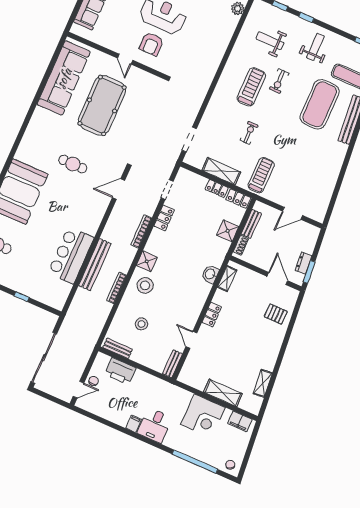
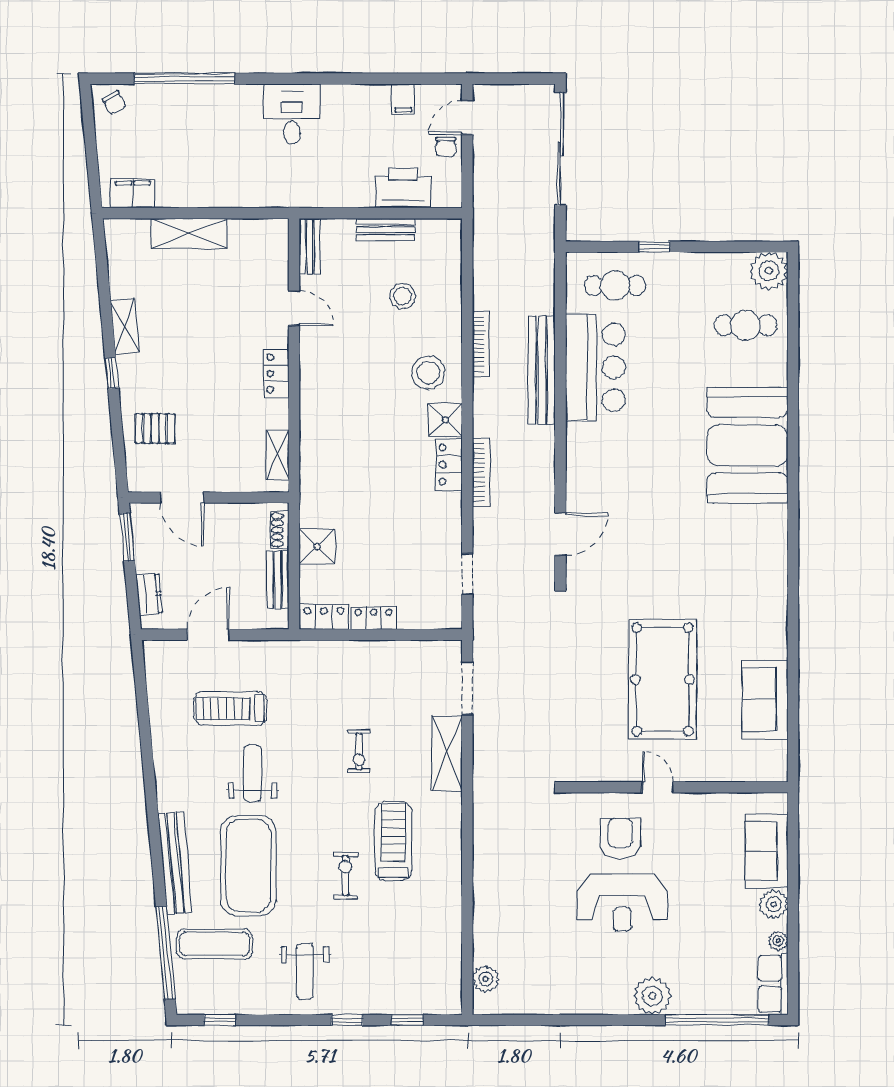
weight bench: (270, 41) -> (253, 773), moved, turned -90
sofa: (64, 78) -> (765, 699), width x0.54, depth x0.79
treadmill: (251, 87) -> (393, 841), turned 180
cafe table: (73, 164) -> (615, 286), moved
shelving: (221, 171) -> (447, 753), moved, turned 90
treadmill: (261, 175) -> (230, 708), moved, turned 90
locker: (164, 218) -> (449, 464), moved
dresser: (304, 263) -> (149, 594), moved
washbasin: (210, 274) -> (313, 449), removed
window: (284, 347) -> (112, 373), added
bench: (118, 348) -> (386, 229), moved
shelving: (263, 383) -> (125, 326), moved
corner desk: (203, 416) -> (208, 173), removed
filing cabinet: (134, 424) -> (403, 99), moved

